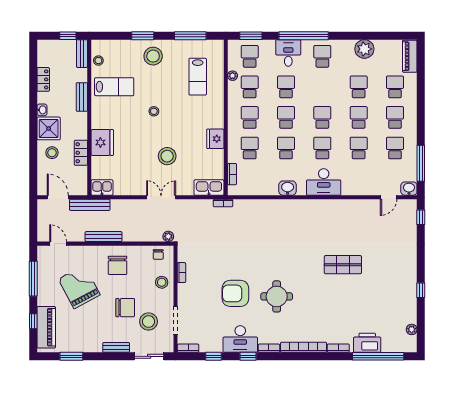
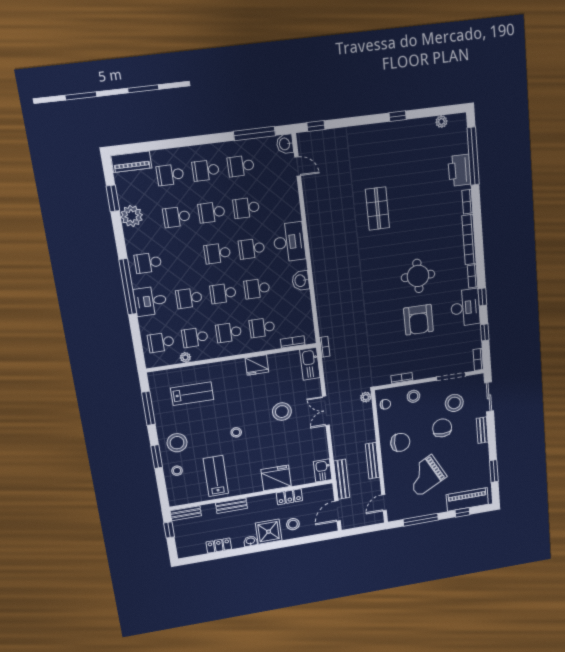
window: (251, 36) -> (113, 198), moved
stool: (98, 61) -> (177, 471), moved

